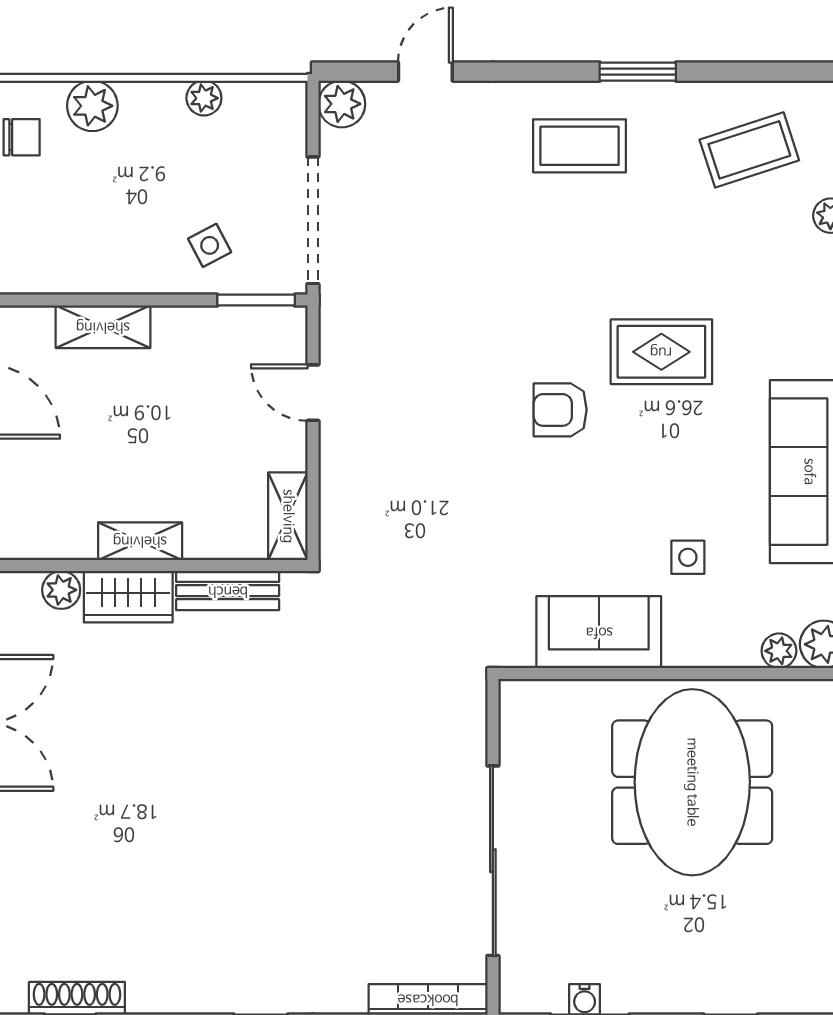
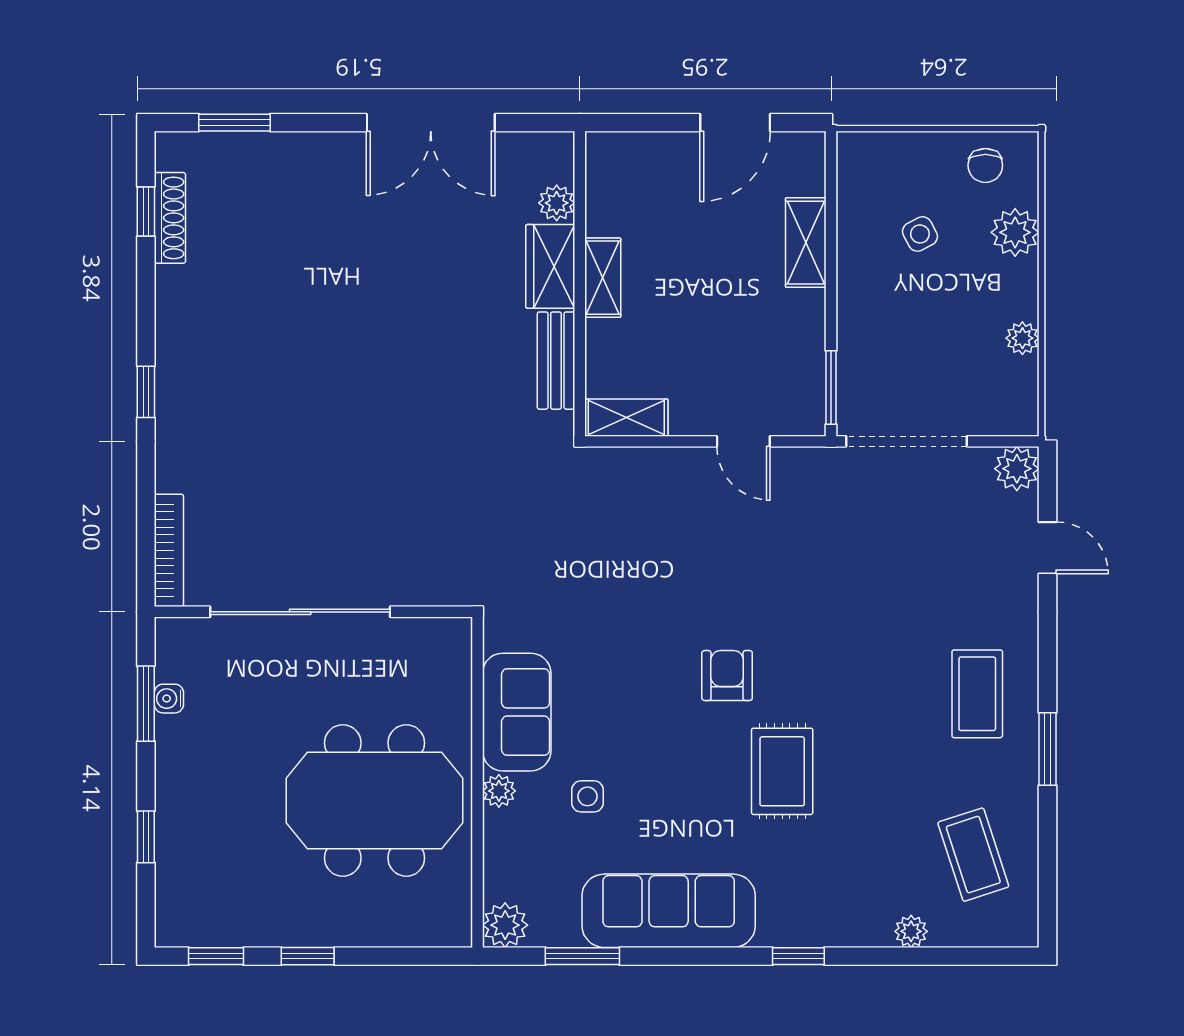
side table: (210, 245) -> (920, 234), moved
door: (313, 393) -> (743, 441), swing flipped
plant: (779, 651) -> (499, 791), moved

